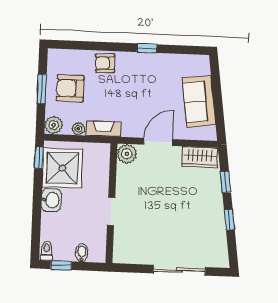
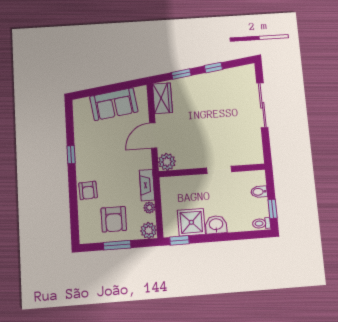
door: (158, 142) -> (153, 136), hinge flipped
shower: (62, 168) -> (191, 222), width x0.73, depth x0.73

